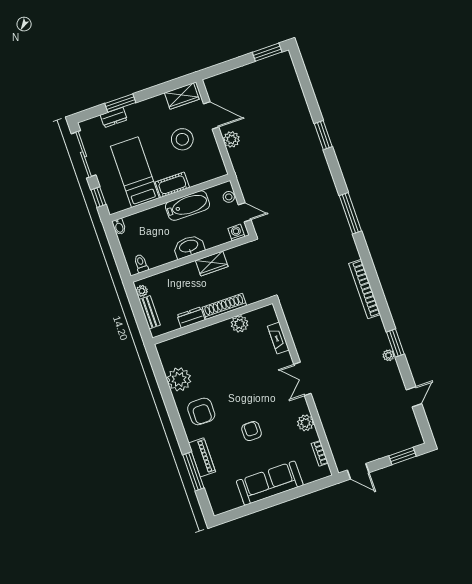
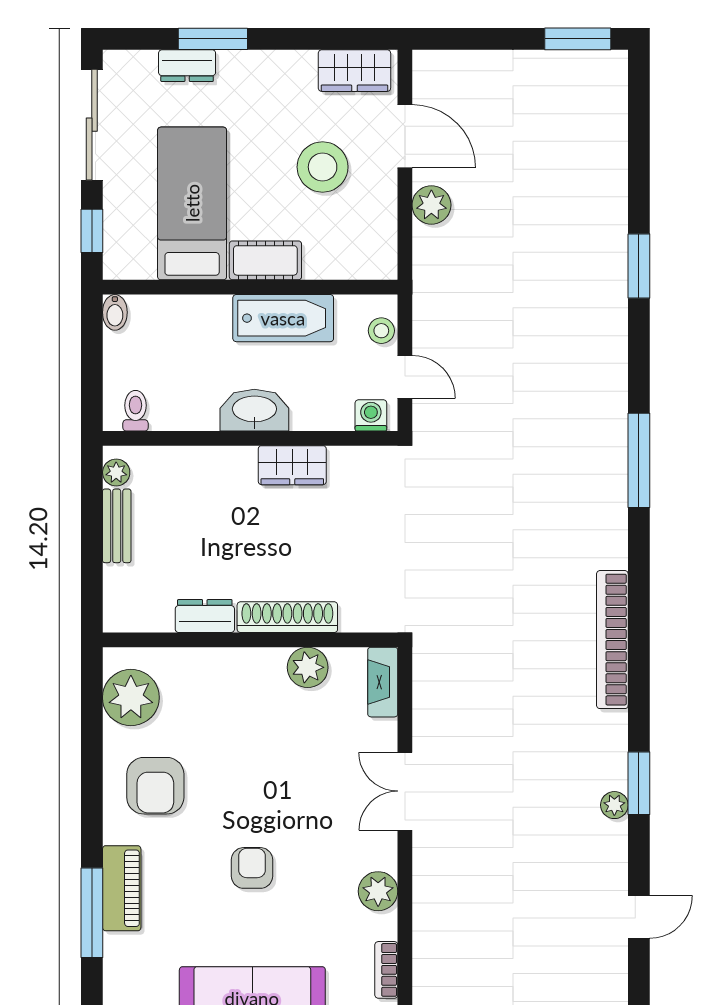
shoe rack: (224, 306) -> (287, 617), moved
dresser: (191, 317) -> (205, 616), moved
wall: (213, 321) -> (250, 640), moved
plant: (239, 324) -> (308, 667), moved

